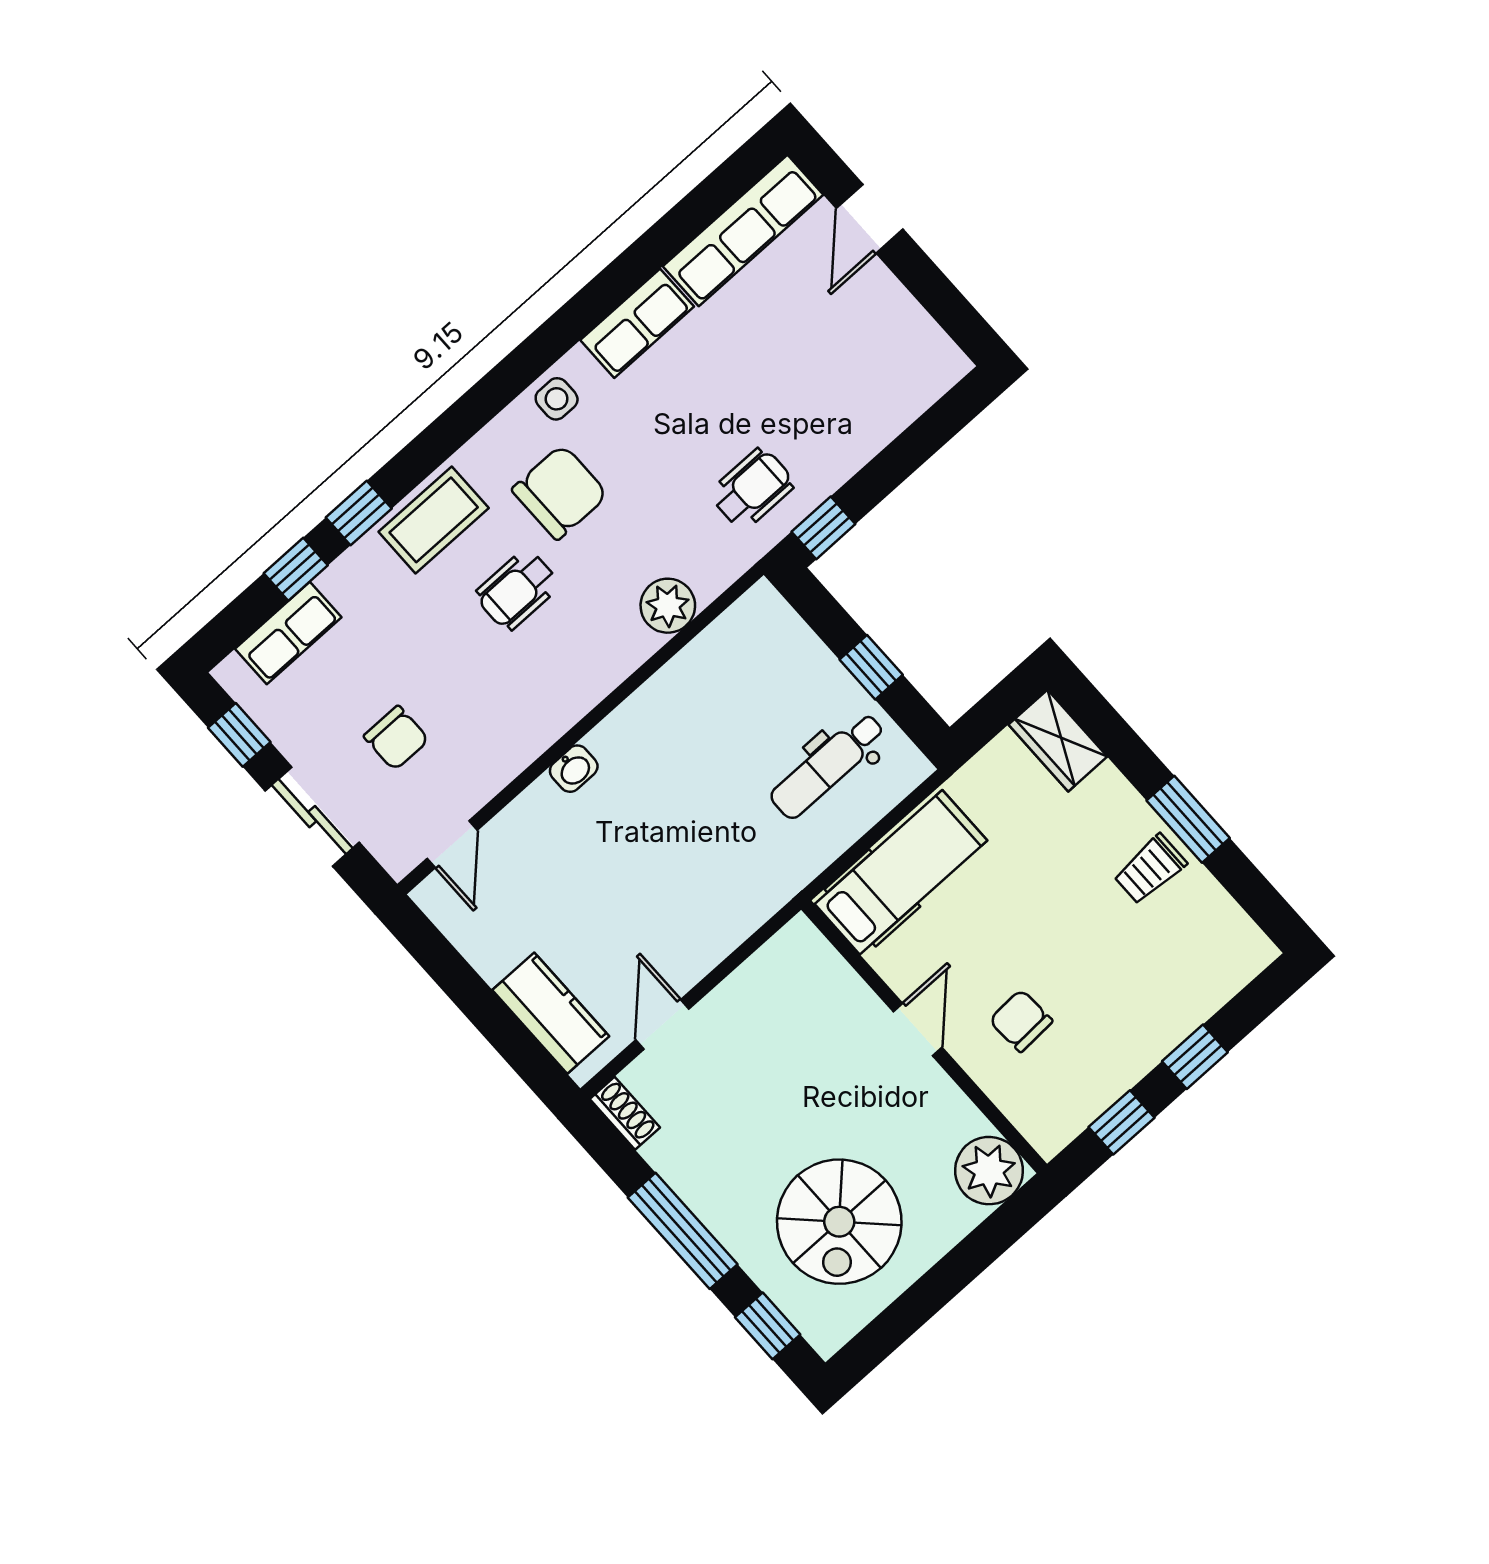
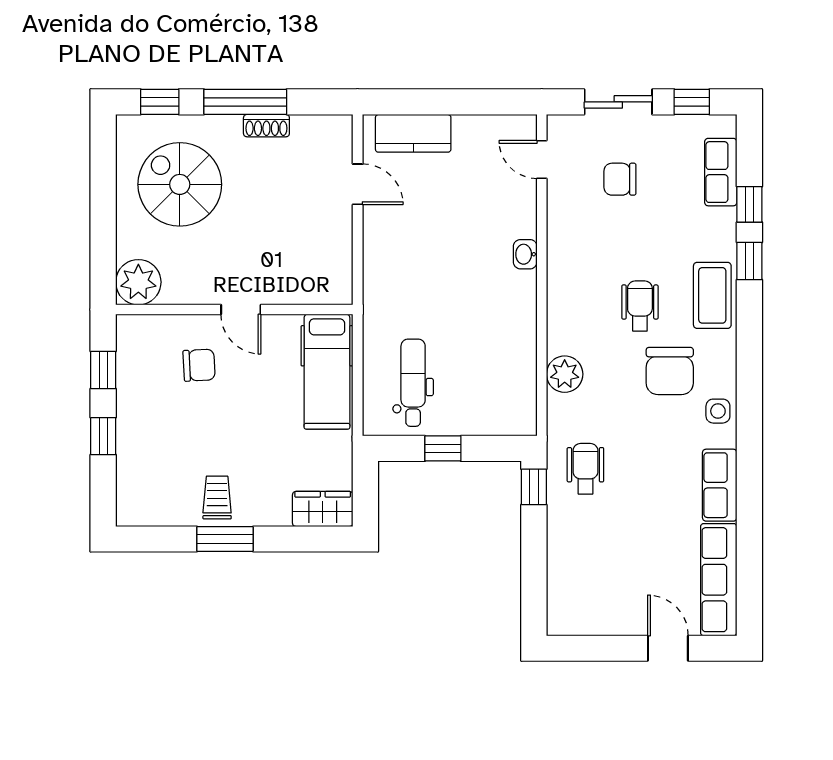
wheelchair: (752, 489) -> (585, 469), turned 180
shoe rack: (625, 1113) -> (266, 126), moved

